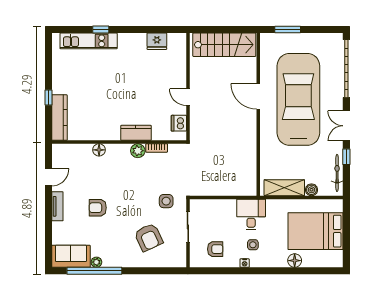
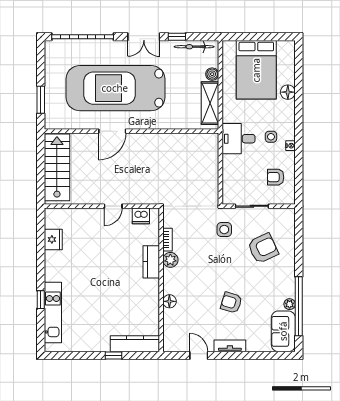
armchair: (98, 208) -> (231, 303), turned 107
armchair: (215, 249) -> (276, 177), turned -90

